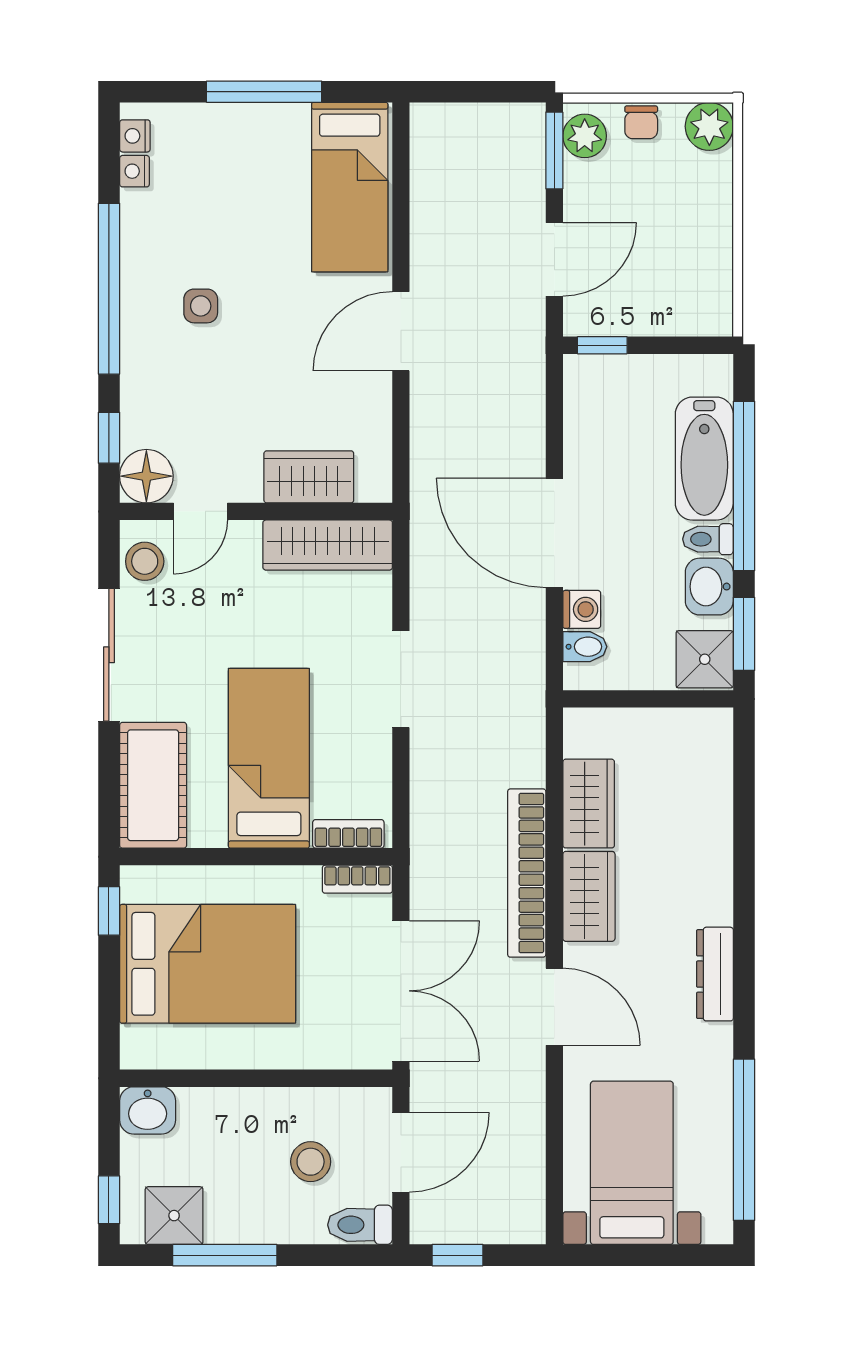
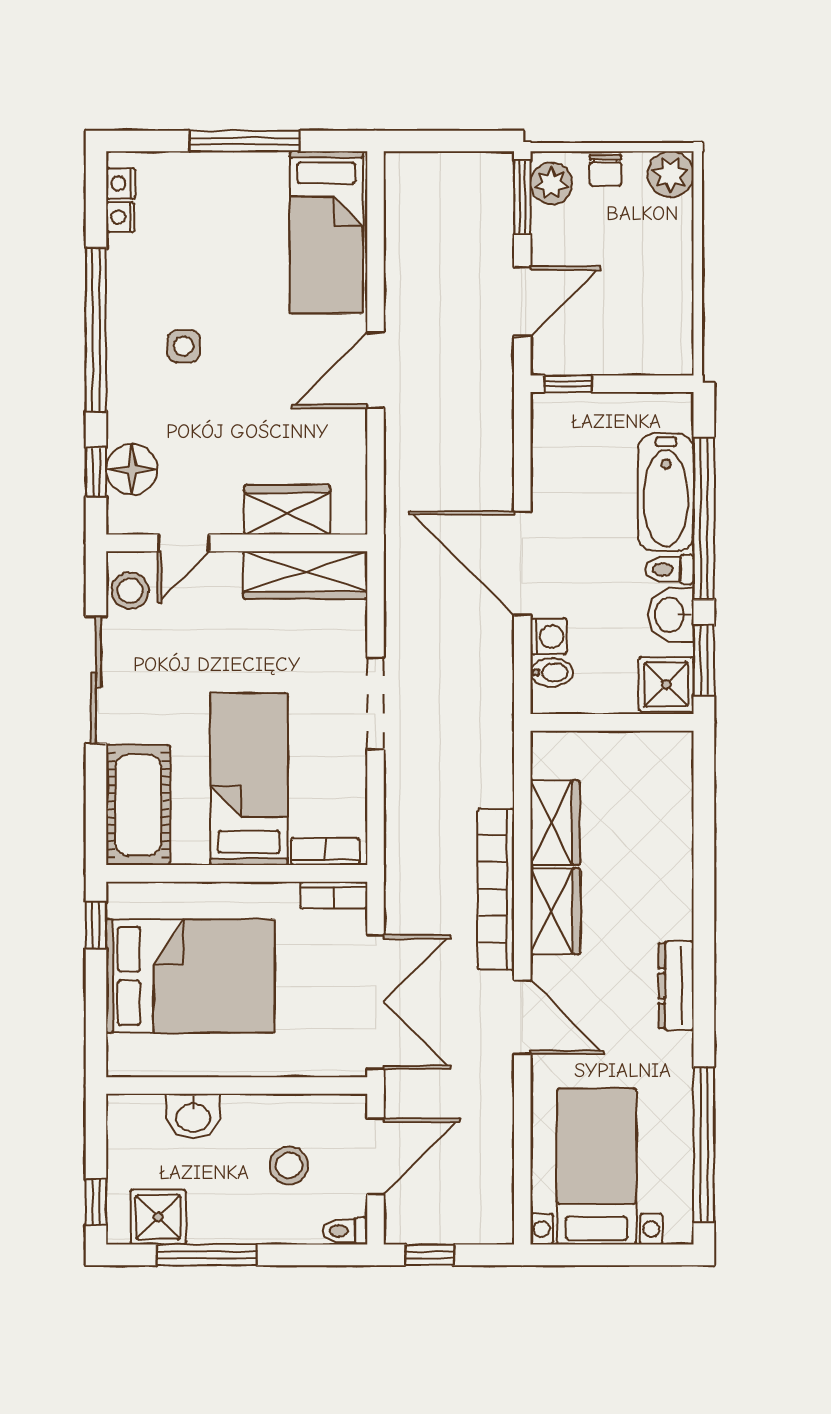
floor lamp: (146, 476) -> (132, 469), moved
washbasin: (148, 1110) -> (193, 1116), moved
toilet: (360, 1225) -> (345, 1231), width x0.73, depth x0.72

